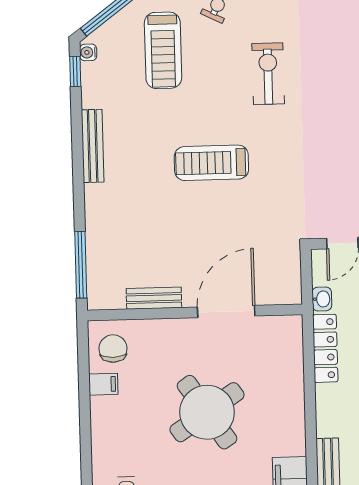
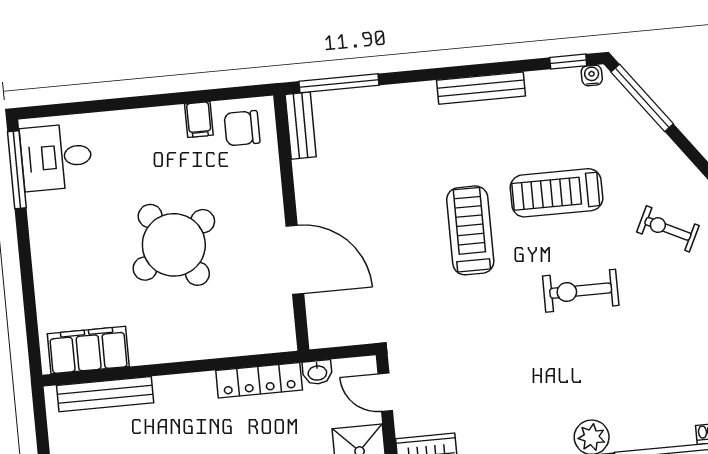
treadmill: (163, 50) -> (557, 193), moved
exercise bike: (268, 74) -> (581, 291), turned 180
bench: (154, 298) -> (301, 126), moved
chair: (113, 349) -> (242, 128), turned 180

